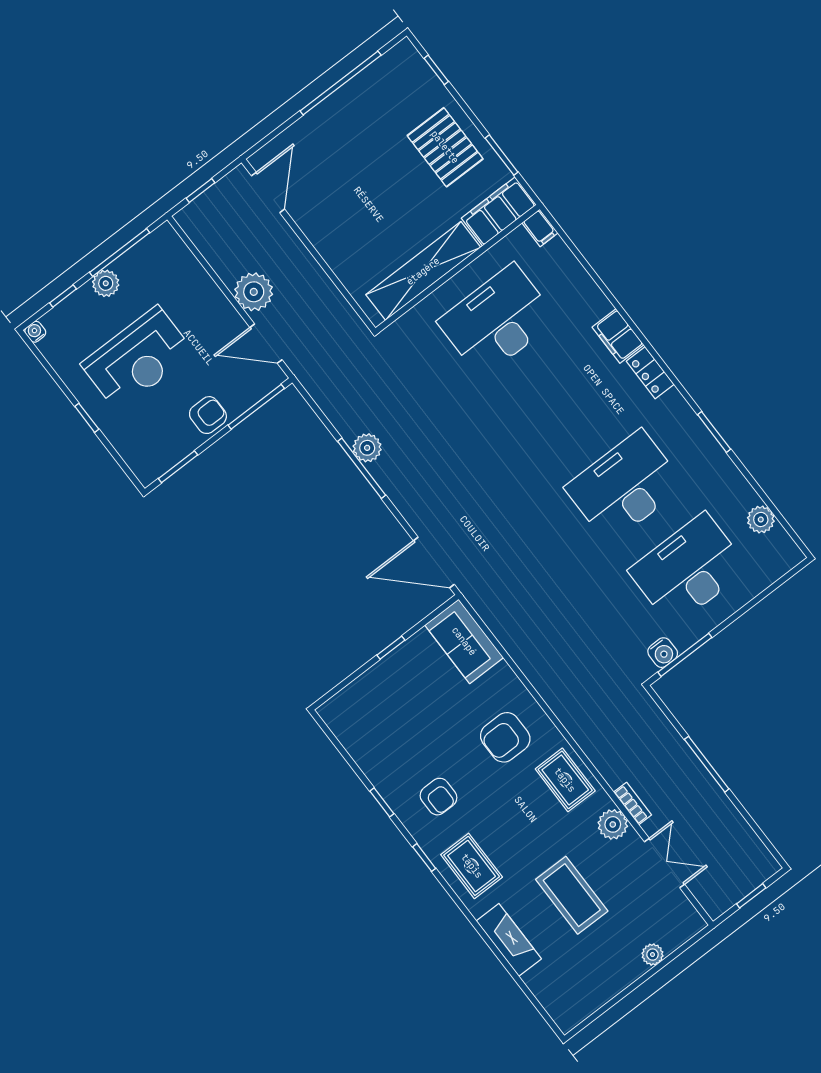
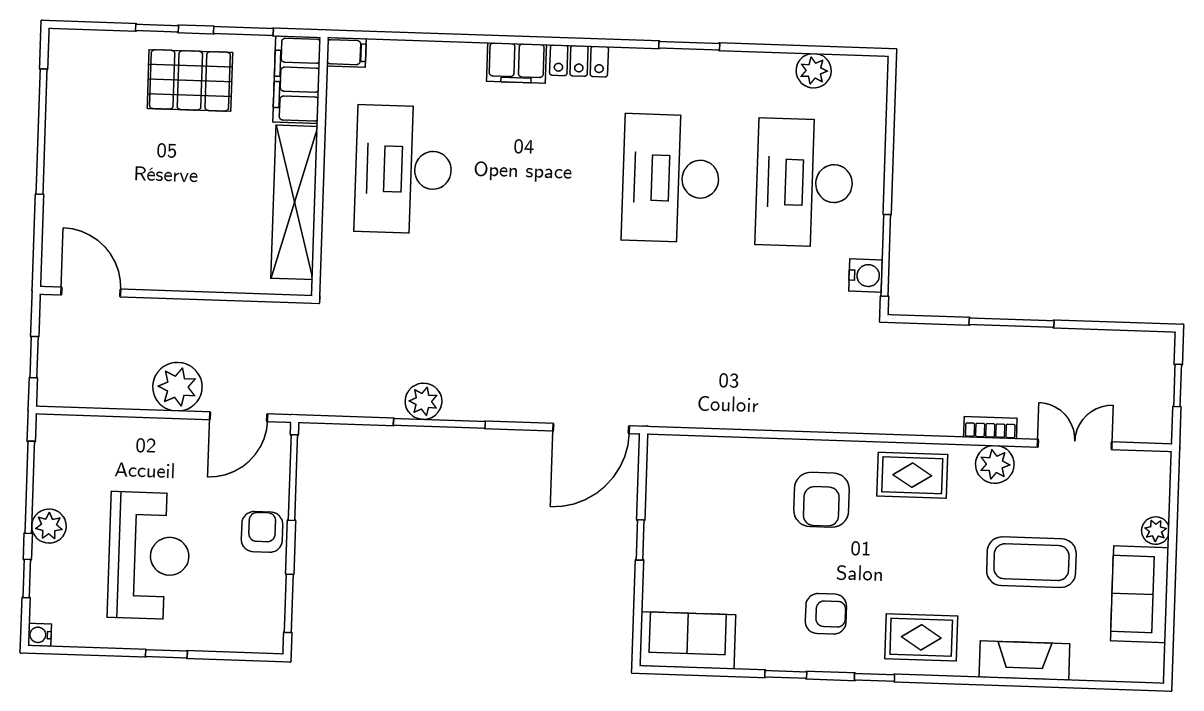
window: (436, 70) -> (157, 28), moved
sofa: (464, 641) -> (687, 640), moved, turned 180
sofa: (606, 977) -> (1140, 594), added

